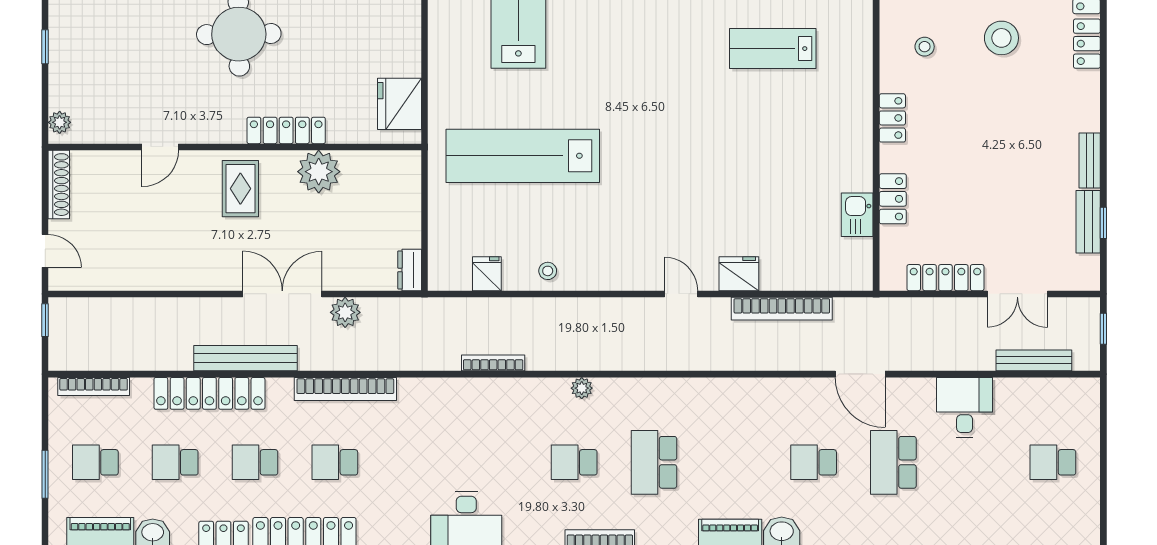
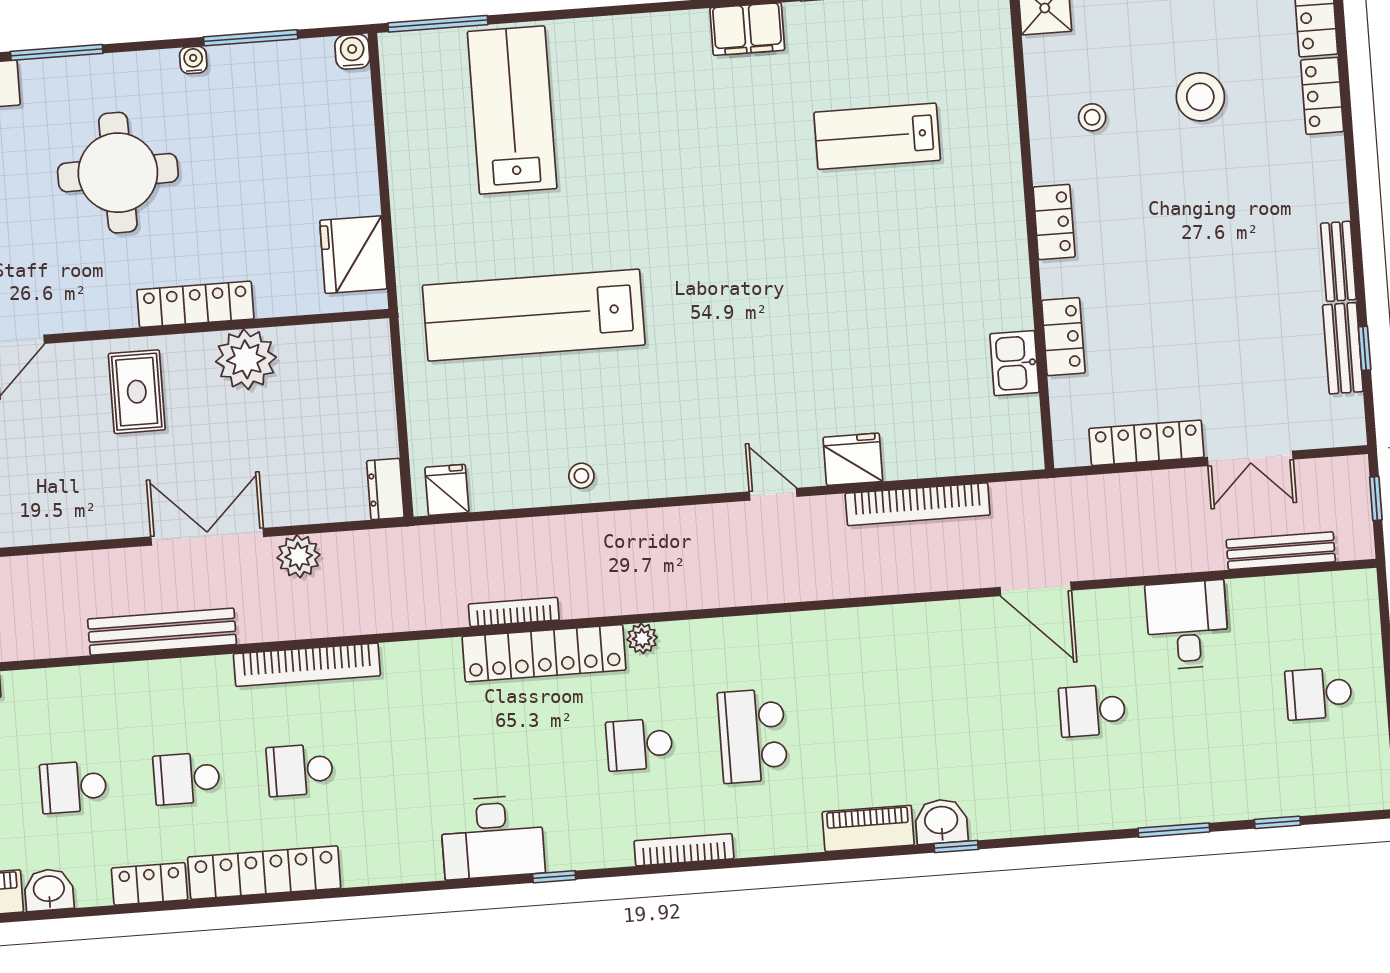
fridge: (487, 274) -> (447, 490), moved
locker: (209, 393) -> (544, 653), moved
school desk: (814, 462) -> (979, 719), removed
school desk: (893, 462) -> (1092, 710), width x0.54

